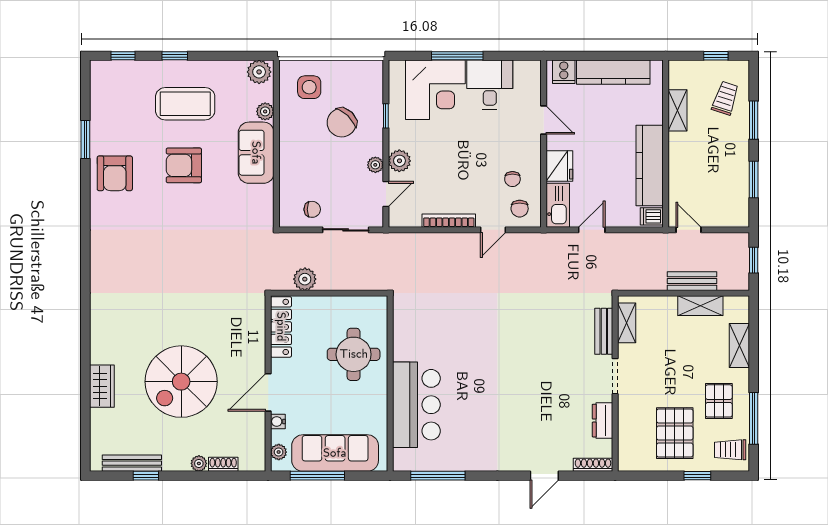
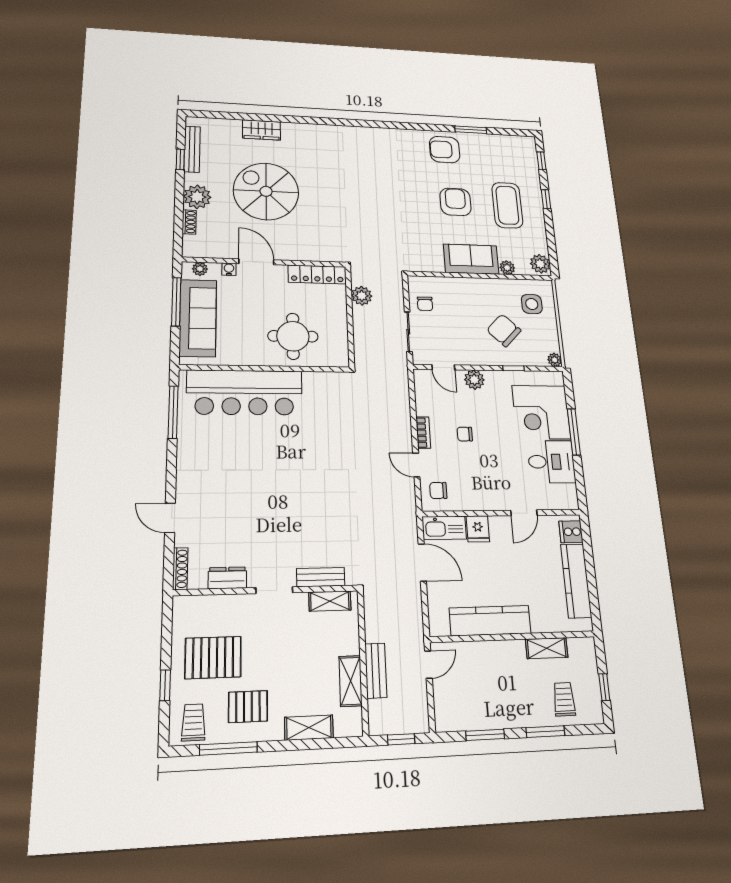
trolley: (725, 98) -> (564, 699), turned -108
plant: (375, 165) -> (555, 360), moved
fridge: (559, 166) -> (478, 529), width x0.72
chair: (512, 179) -> (465, 434), moved
dishwasher: (652, 216) -> (440, 624), removed
bookcase: (449, 221) -> (423, 433), width x0.64
door: (592, 230) -> (422, 562), width x1.38
bar counter: (416, 405) -> (245, 392), width x1.36
plant: (199, 463) -> (197, 197), width x1.88, depth x1.88

